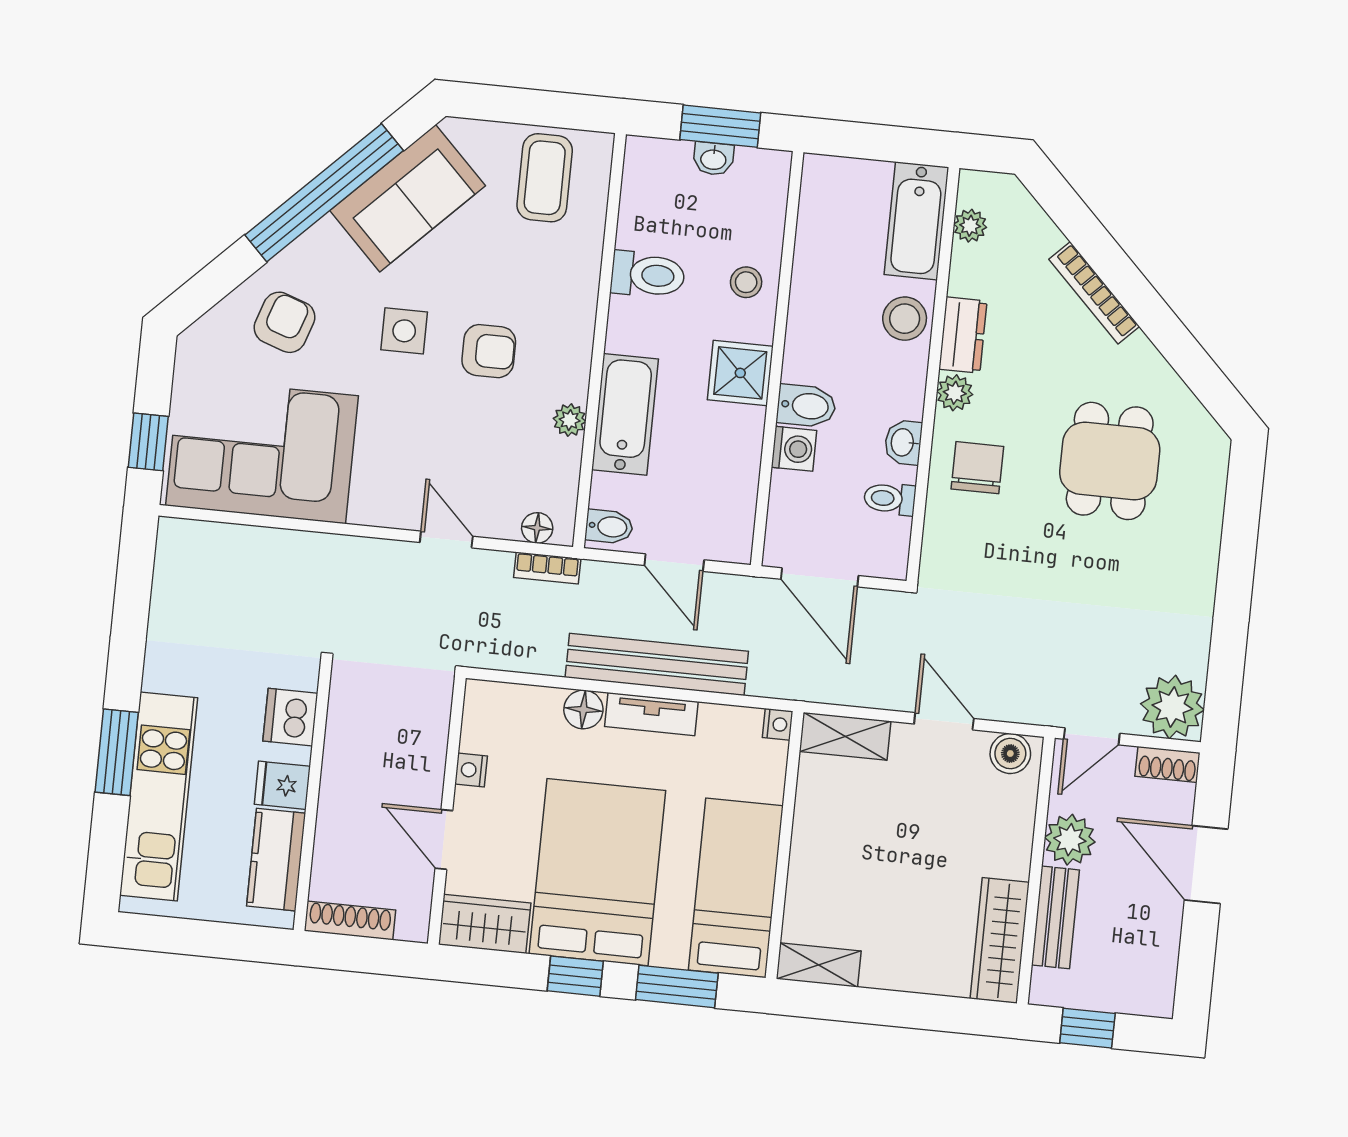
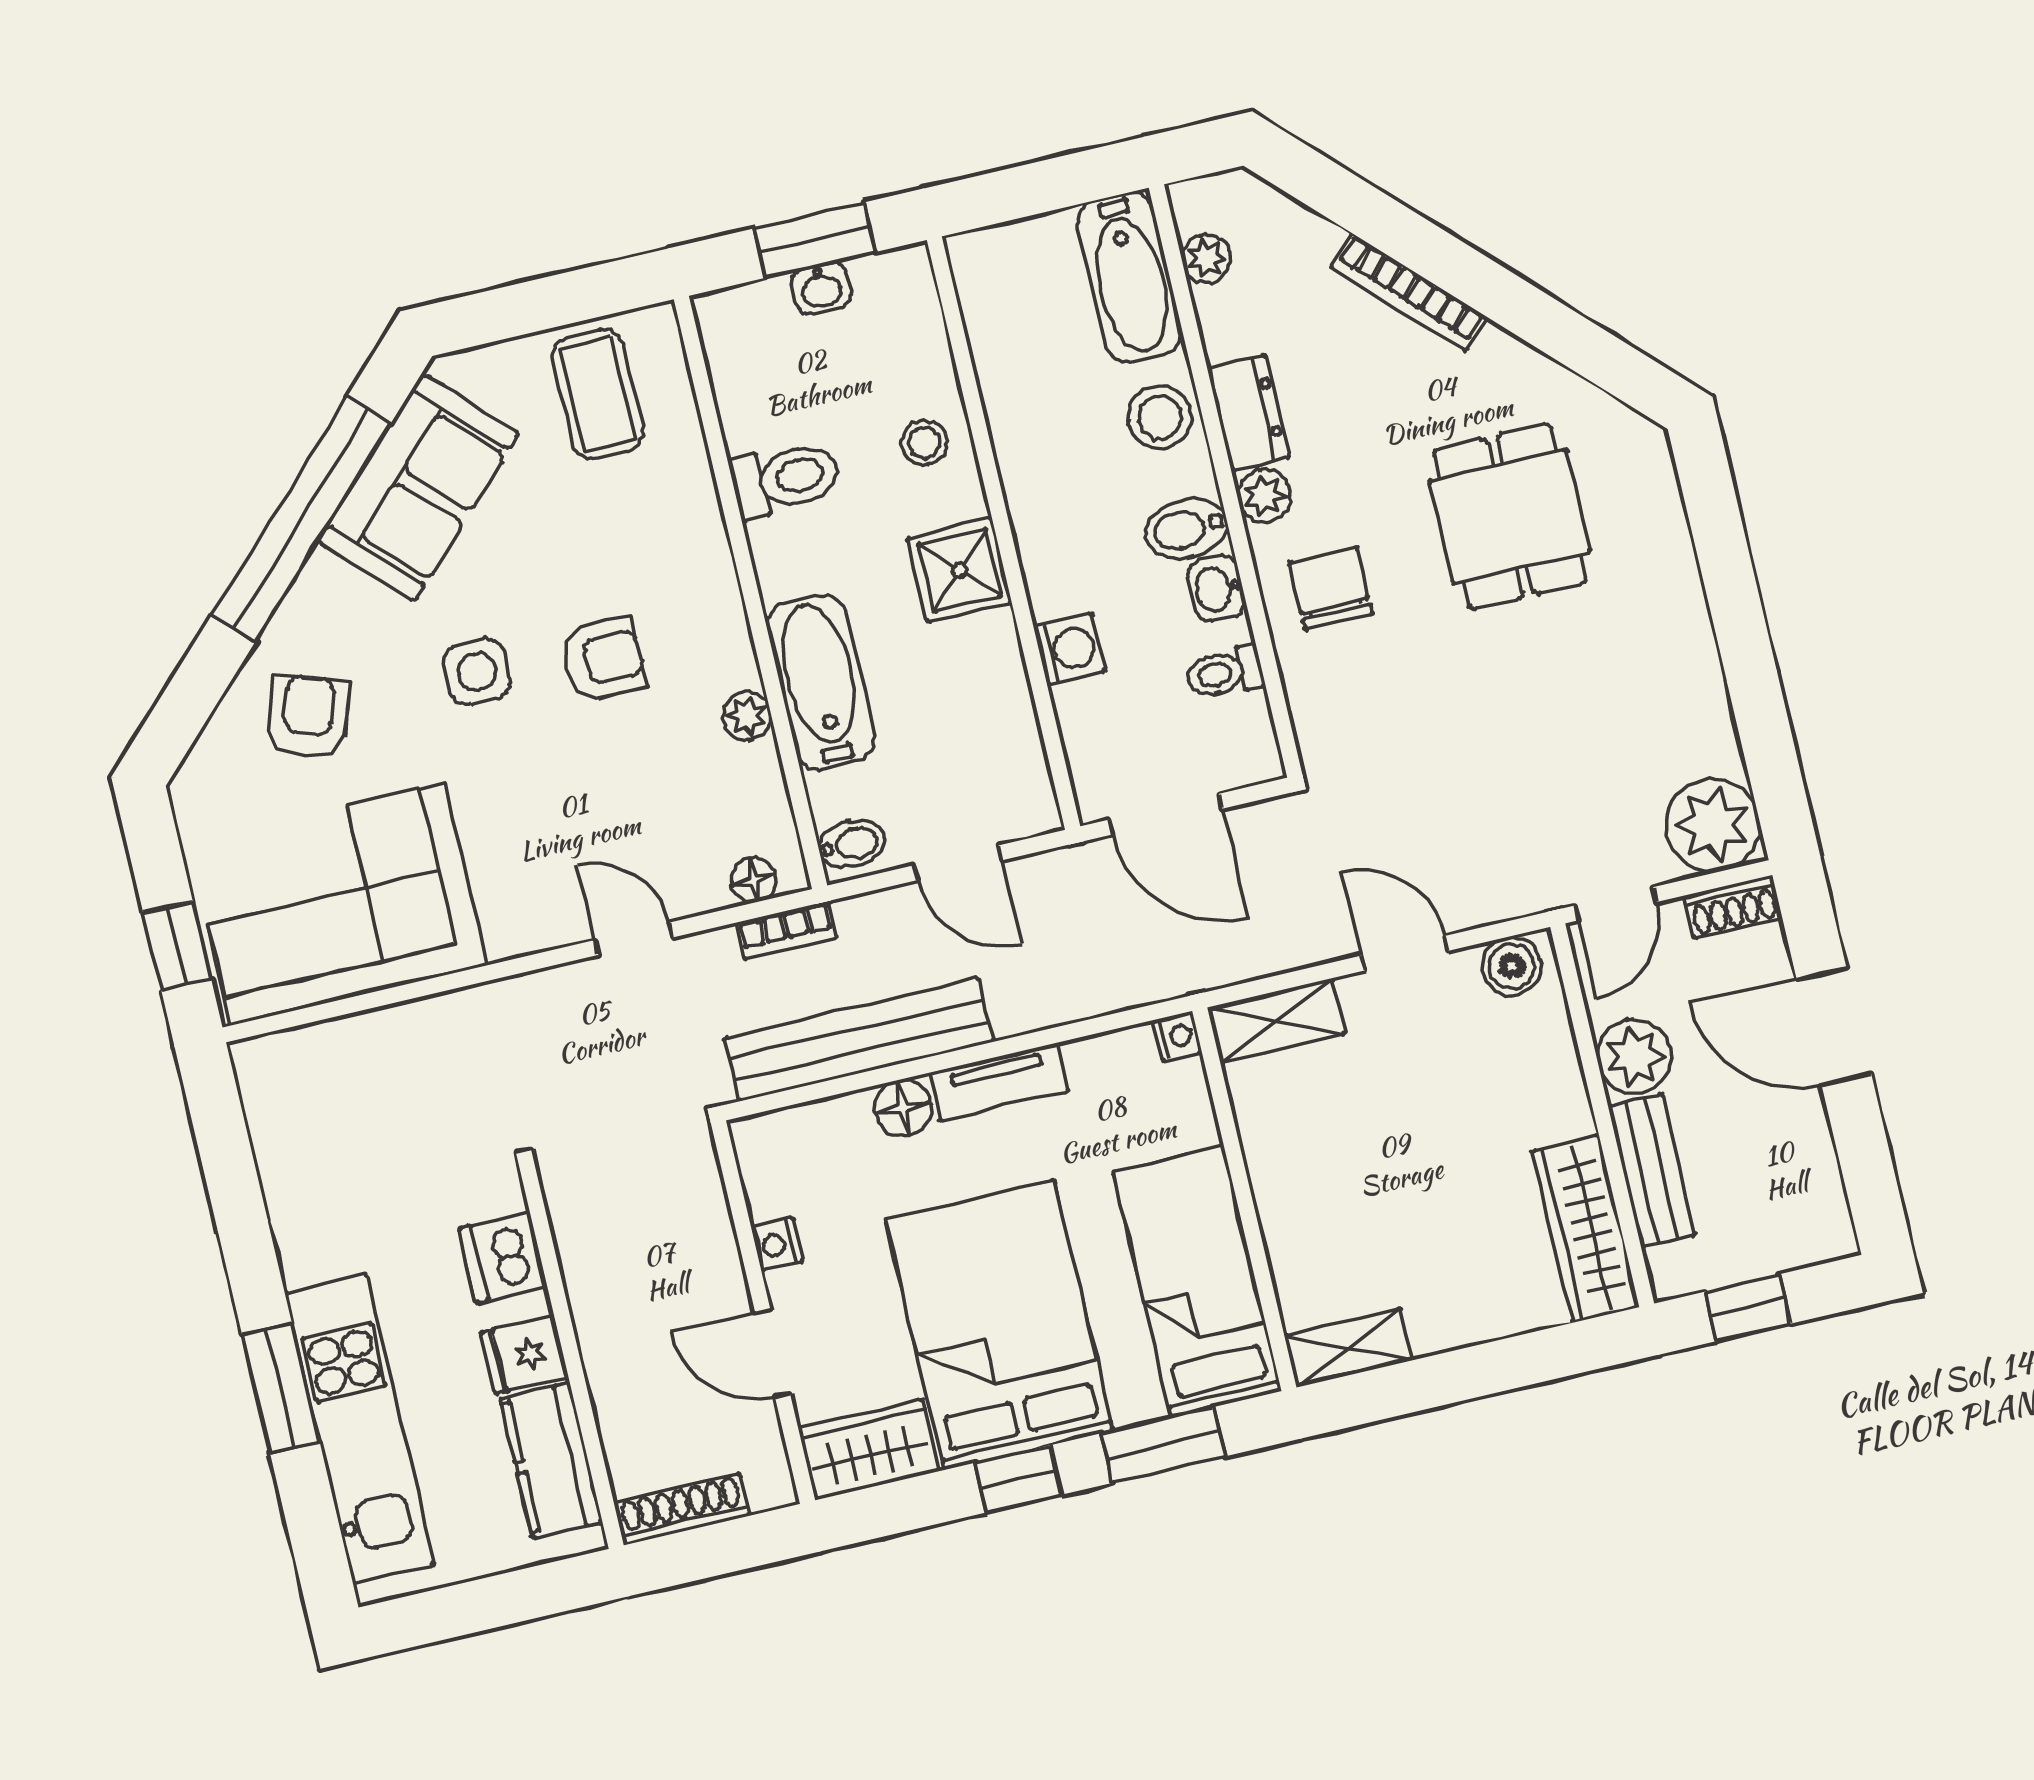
bidet: (806, 406) -> (1186, 529), moved, turned 180
bench: (657, 664) -> (859, 1040), moved

